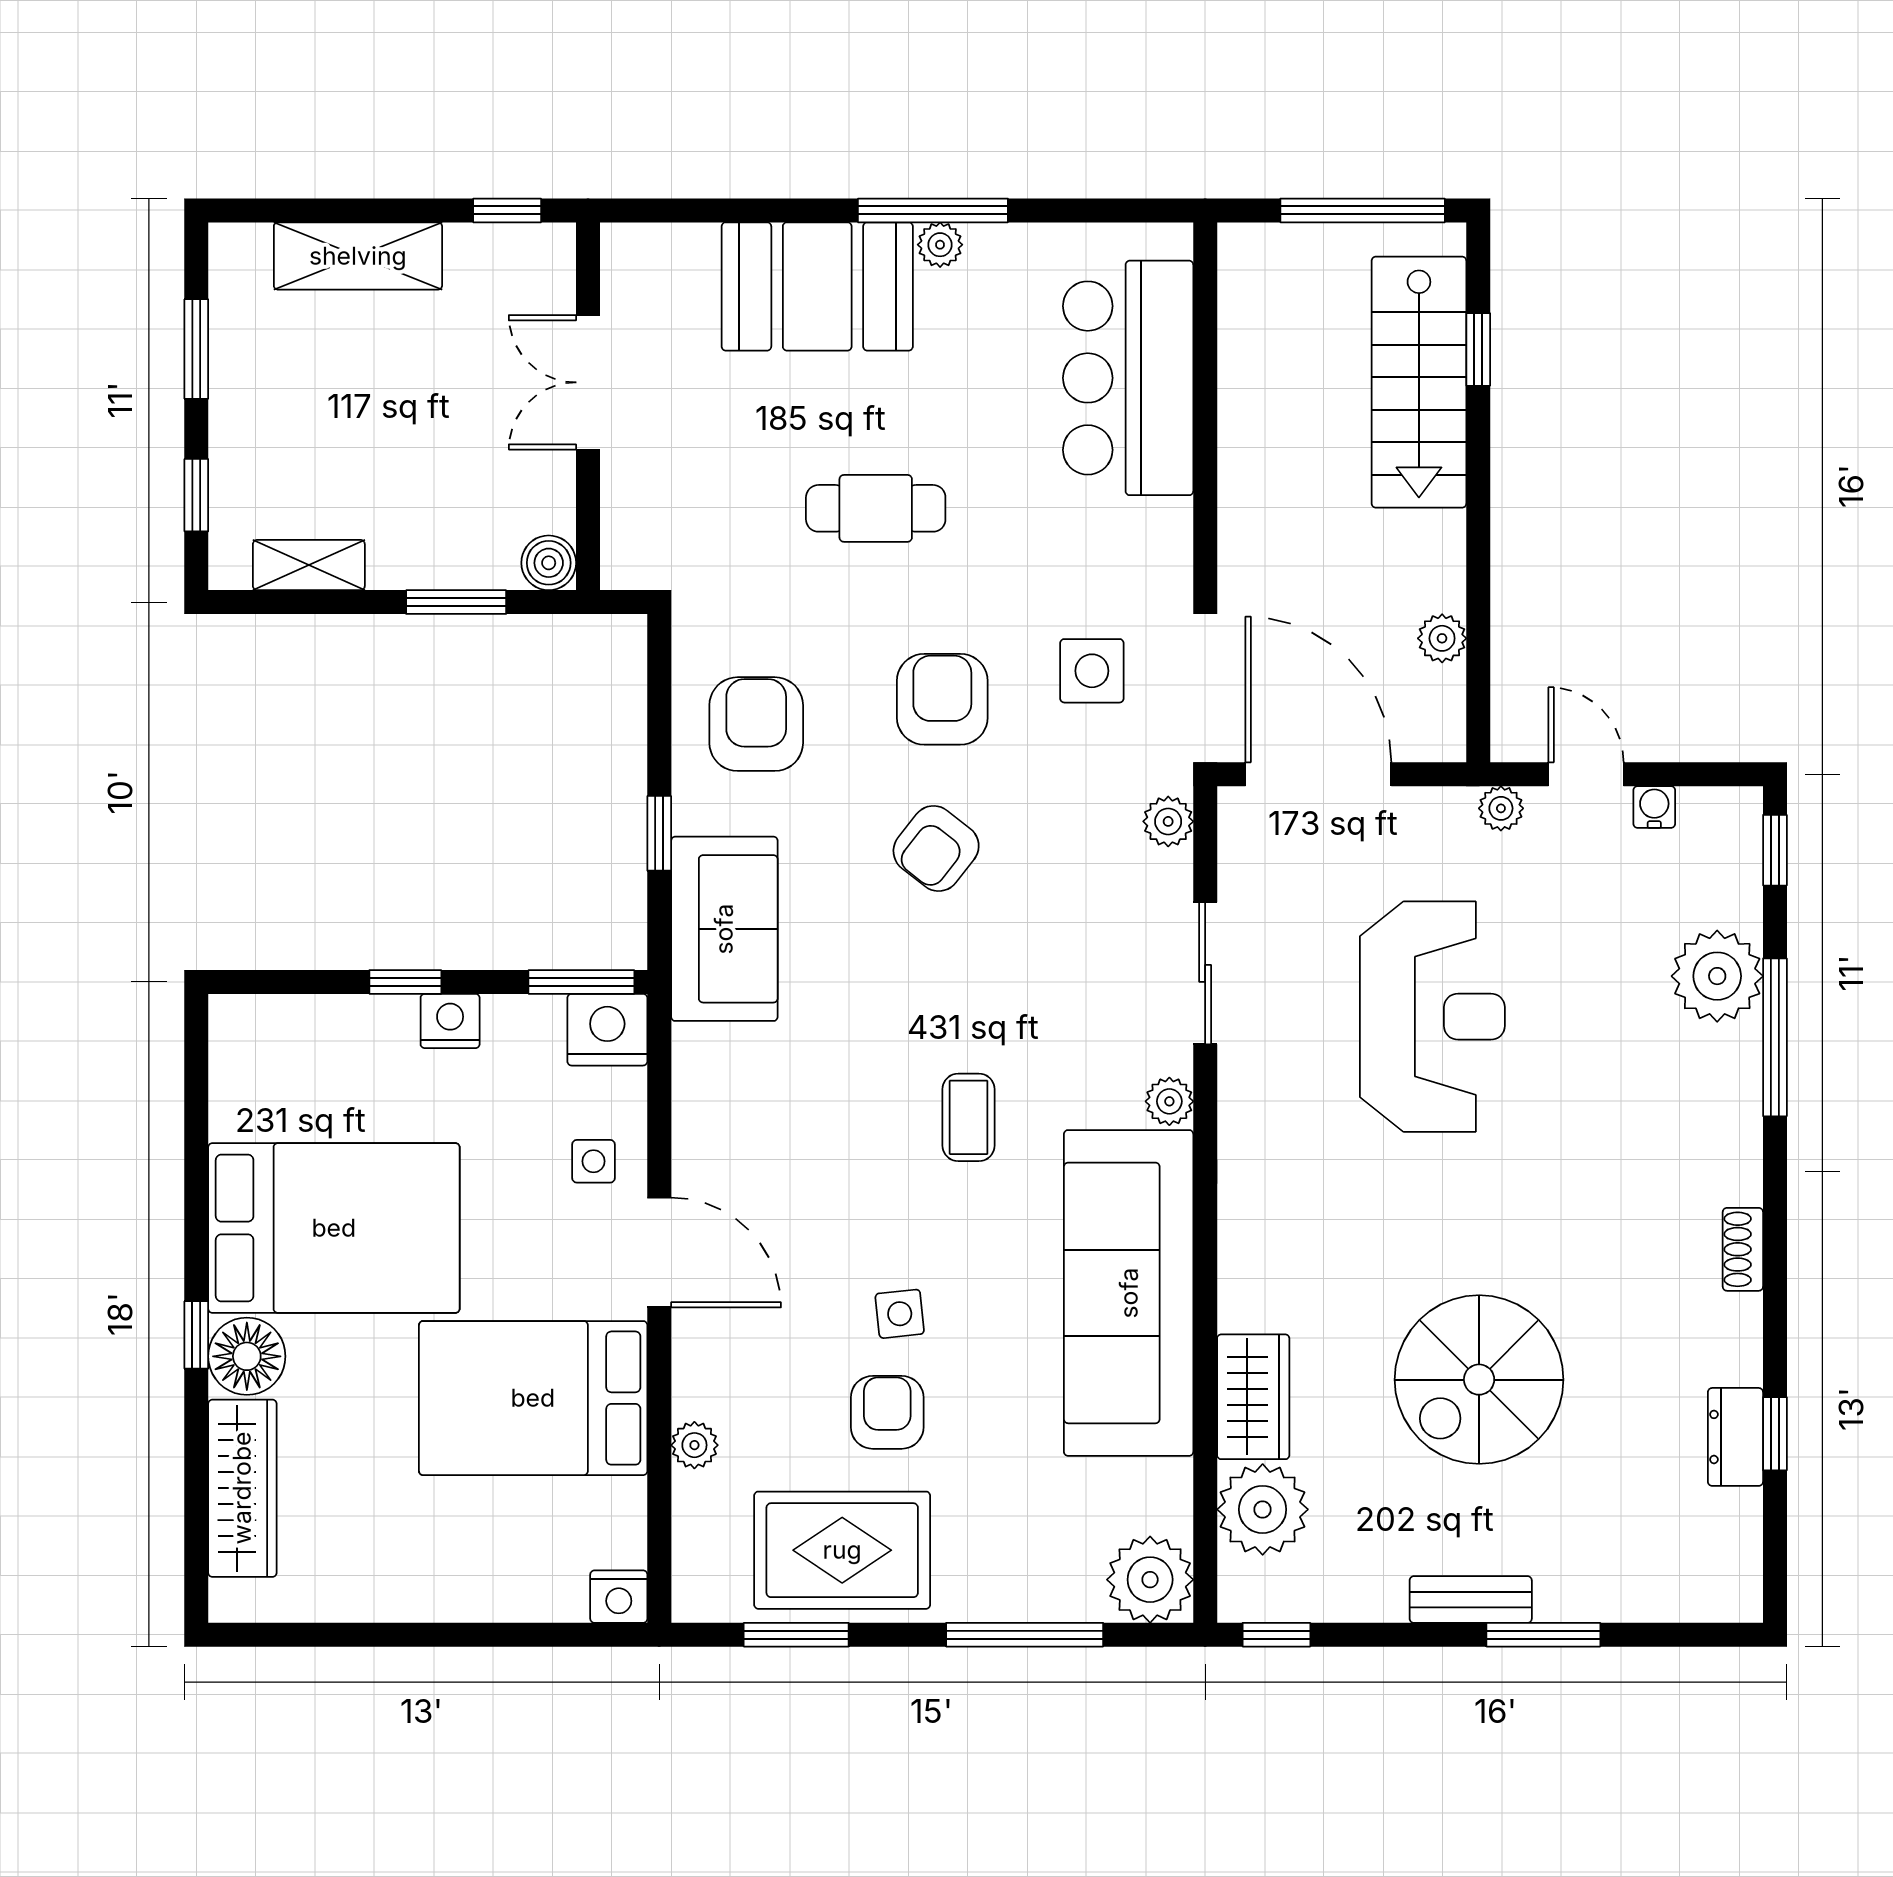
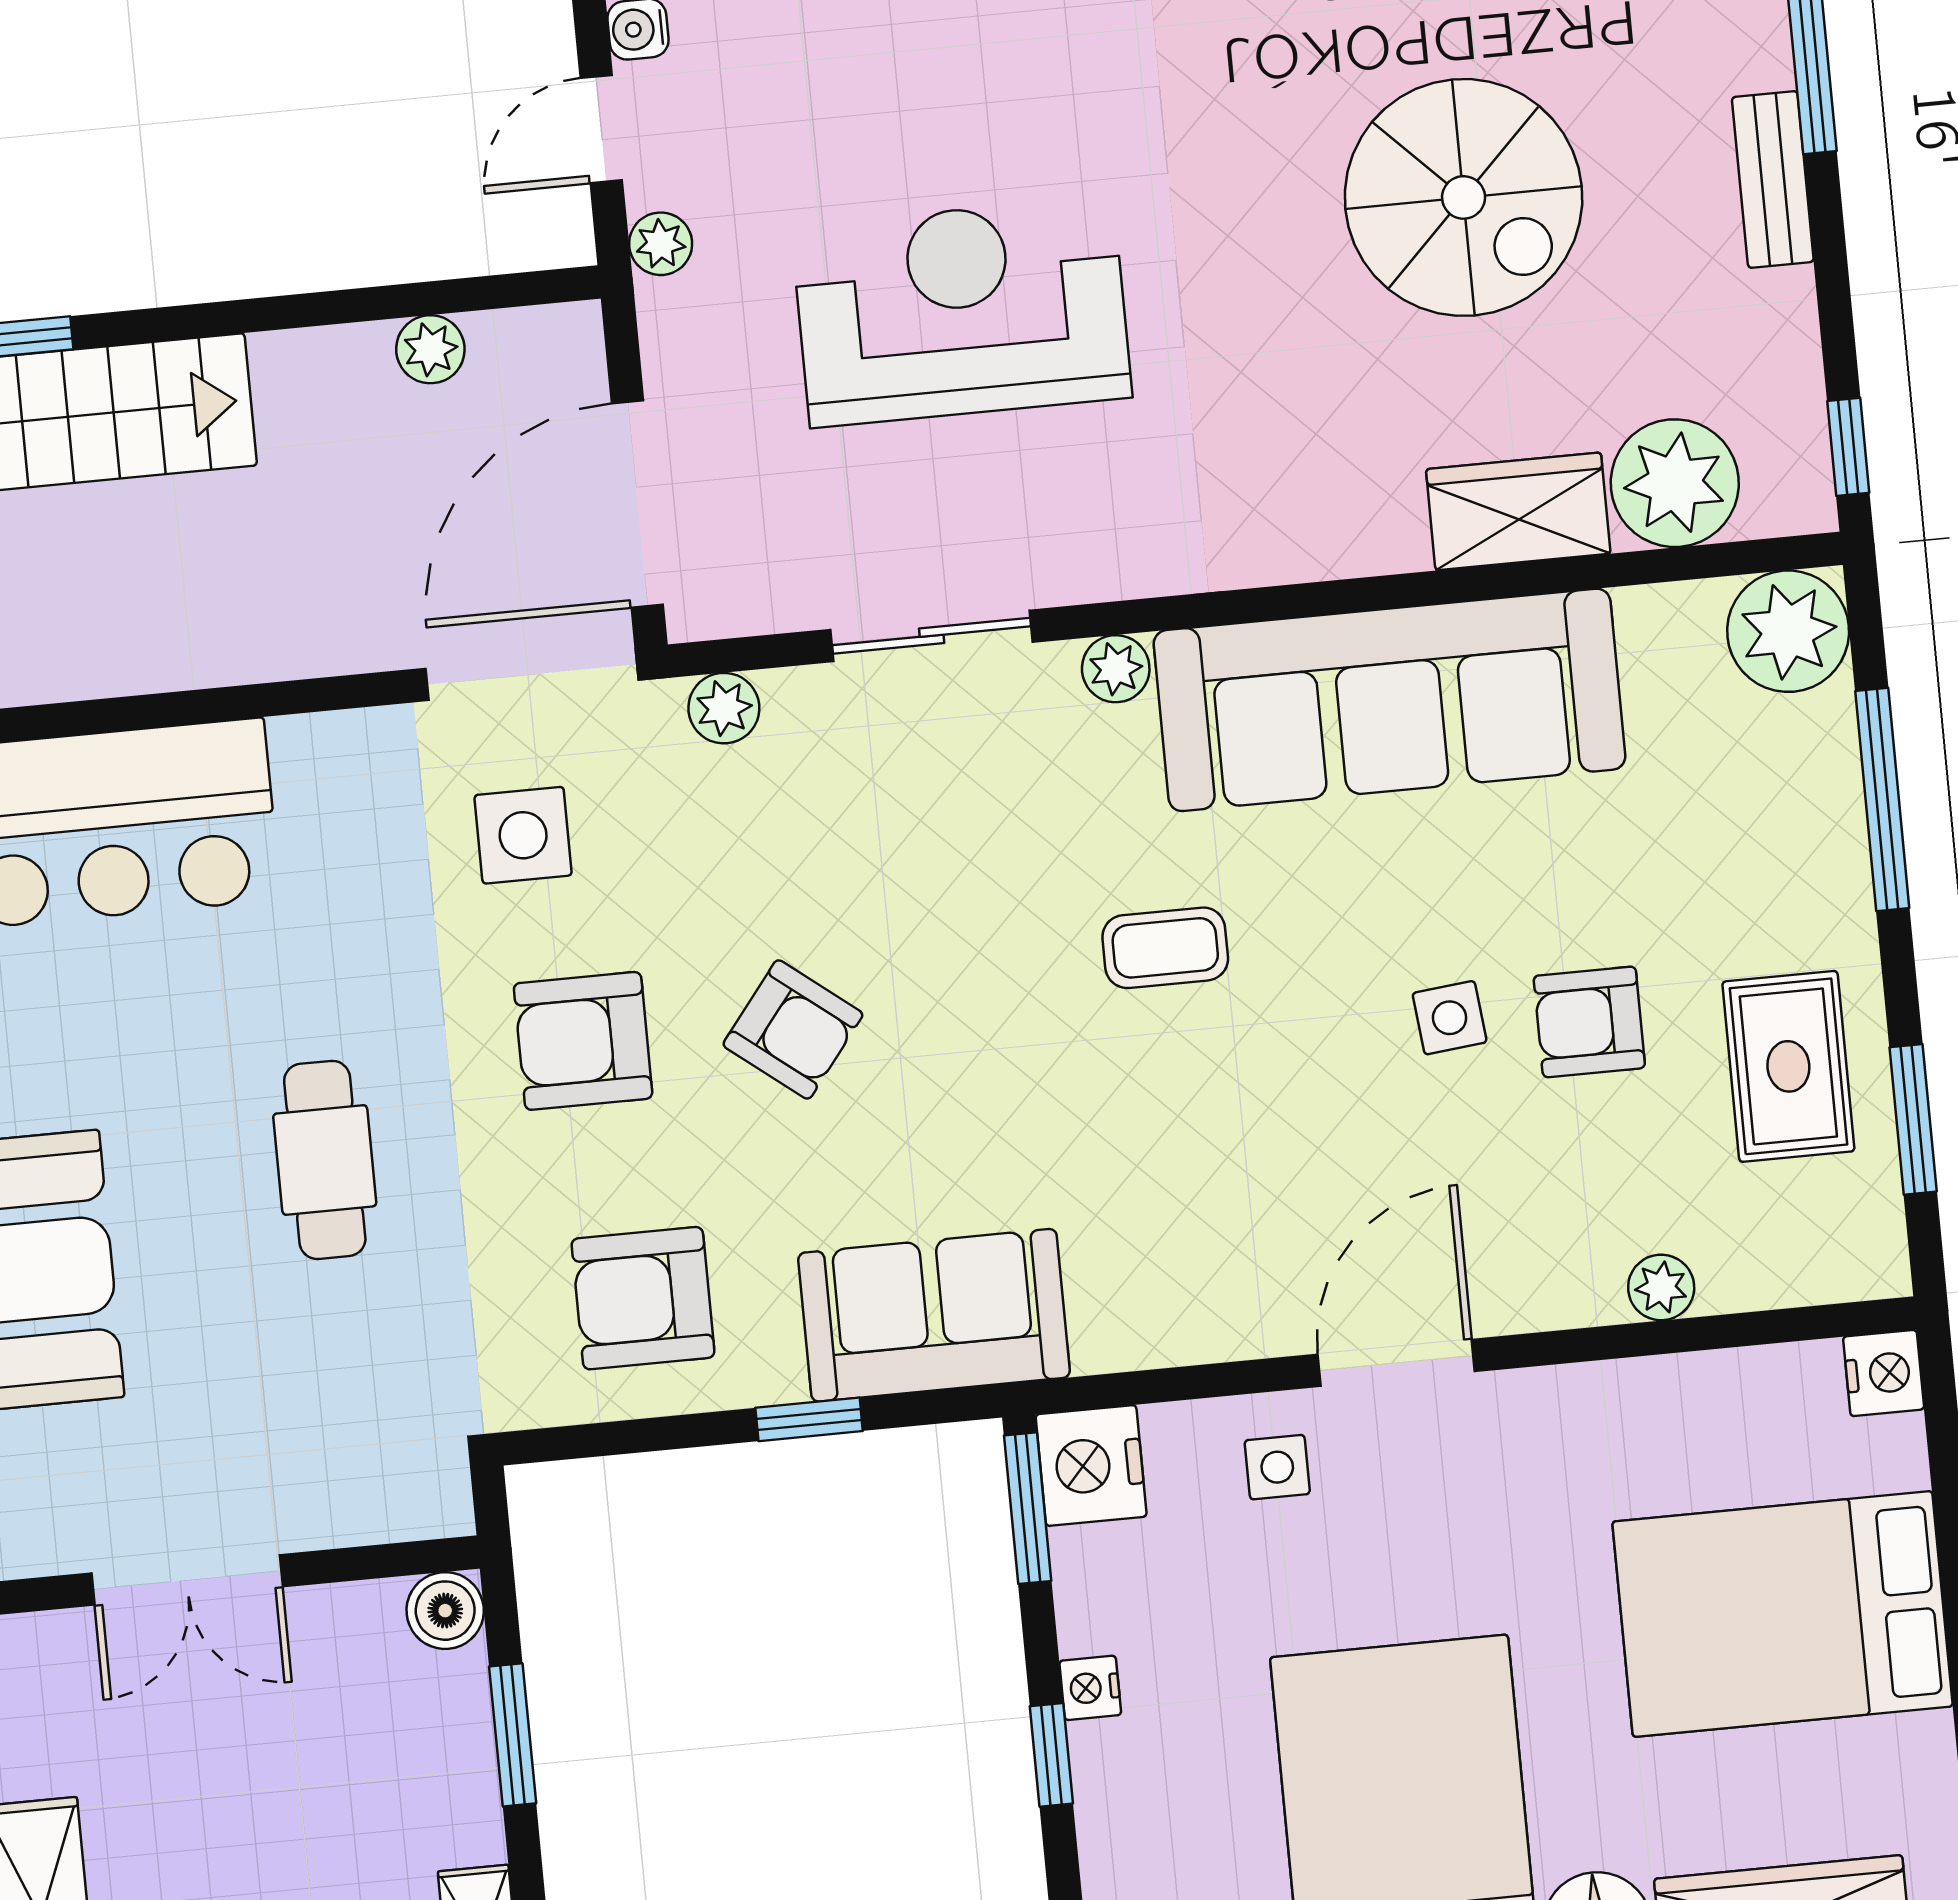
nightstand: (450, 1021) -> (1090, 1688), width x0.72, depth x0.74
bed: (533, 1398) -> (1782, 1614), moved, turned 90
rug: (842, 1550) -> (1788, 1066), width x0.73, depth x0.70

